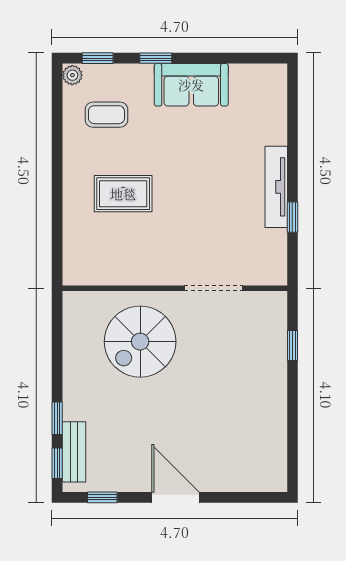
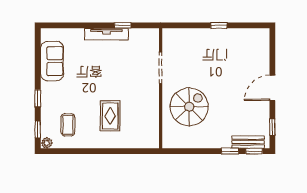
sofa: (191, 85) -> (52, 61), moved
spiral stairs: (140, 342) -> (189, 107), turned -90
window: (292, 345) -> (219, 25), moved

